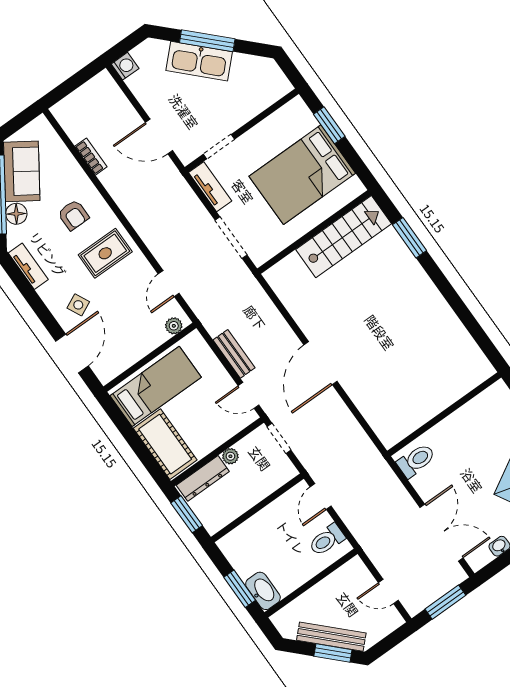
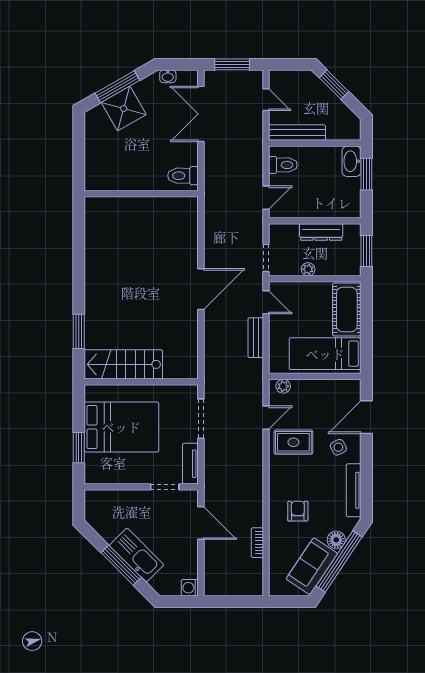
rug: (105, 253) -> (293, 442), moved
tv unit: (28, 266) -> (354, 490), width x1.41
dresser: (203, 478) -> (321, 232), moved, turned 180
bench: (331, 637) -> (297, 132), moved, turned -45

